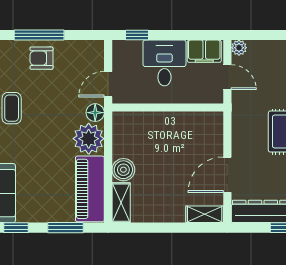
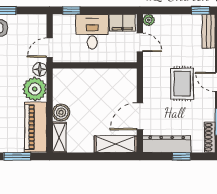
shelving: (205, 214) -> (116, 144), width x1.50, depth x1.33

